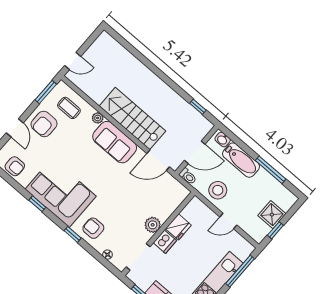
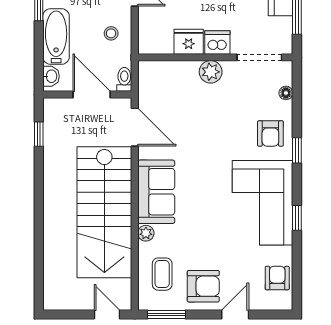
stairs: (132, 118) -> (104, 212), width x1.36, depth x1.51
stool: (218, 190) -> (111, 33), width x0.53, depth x0.53

